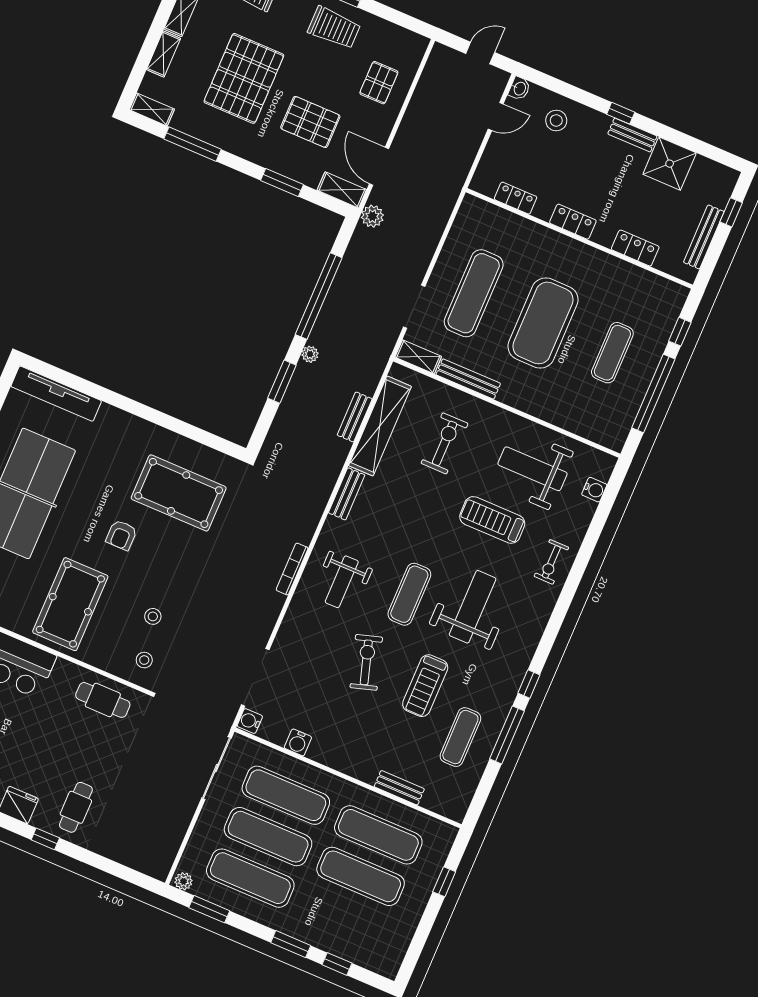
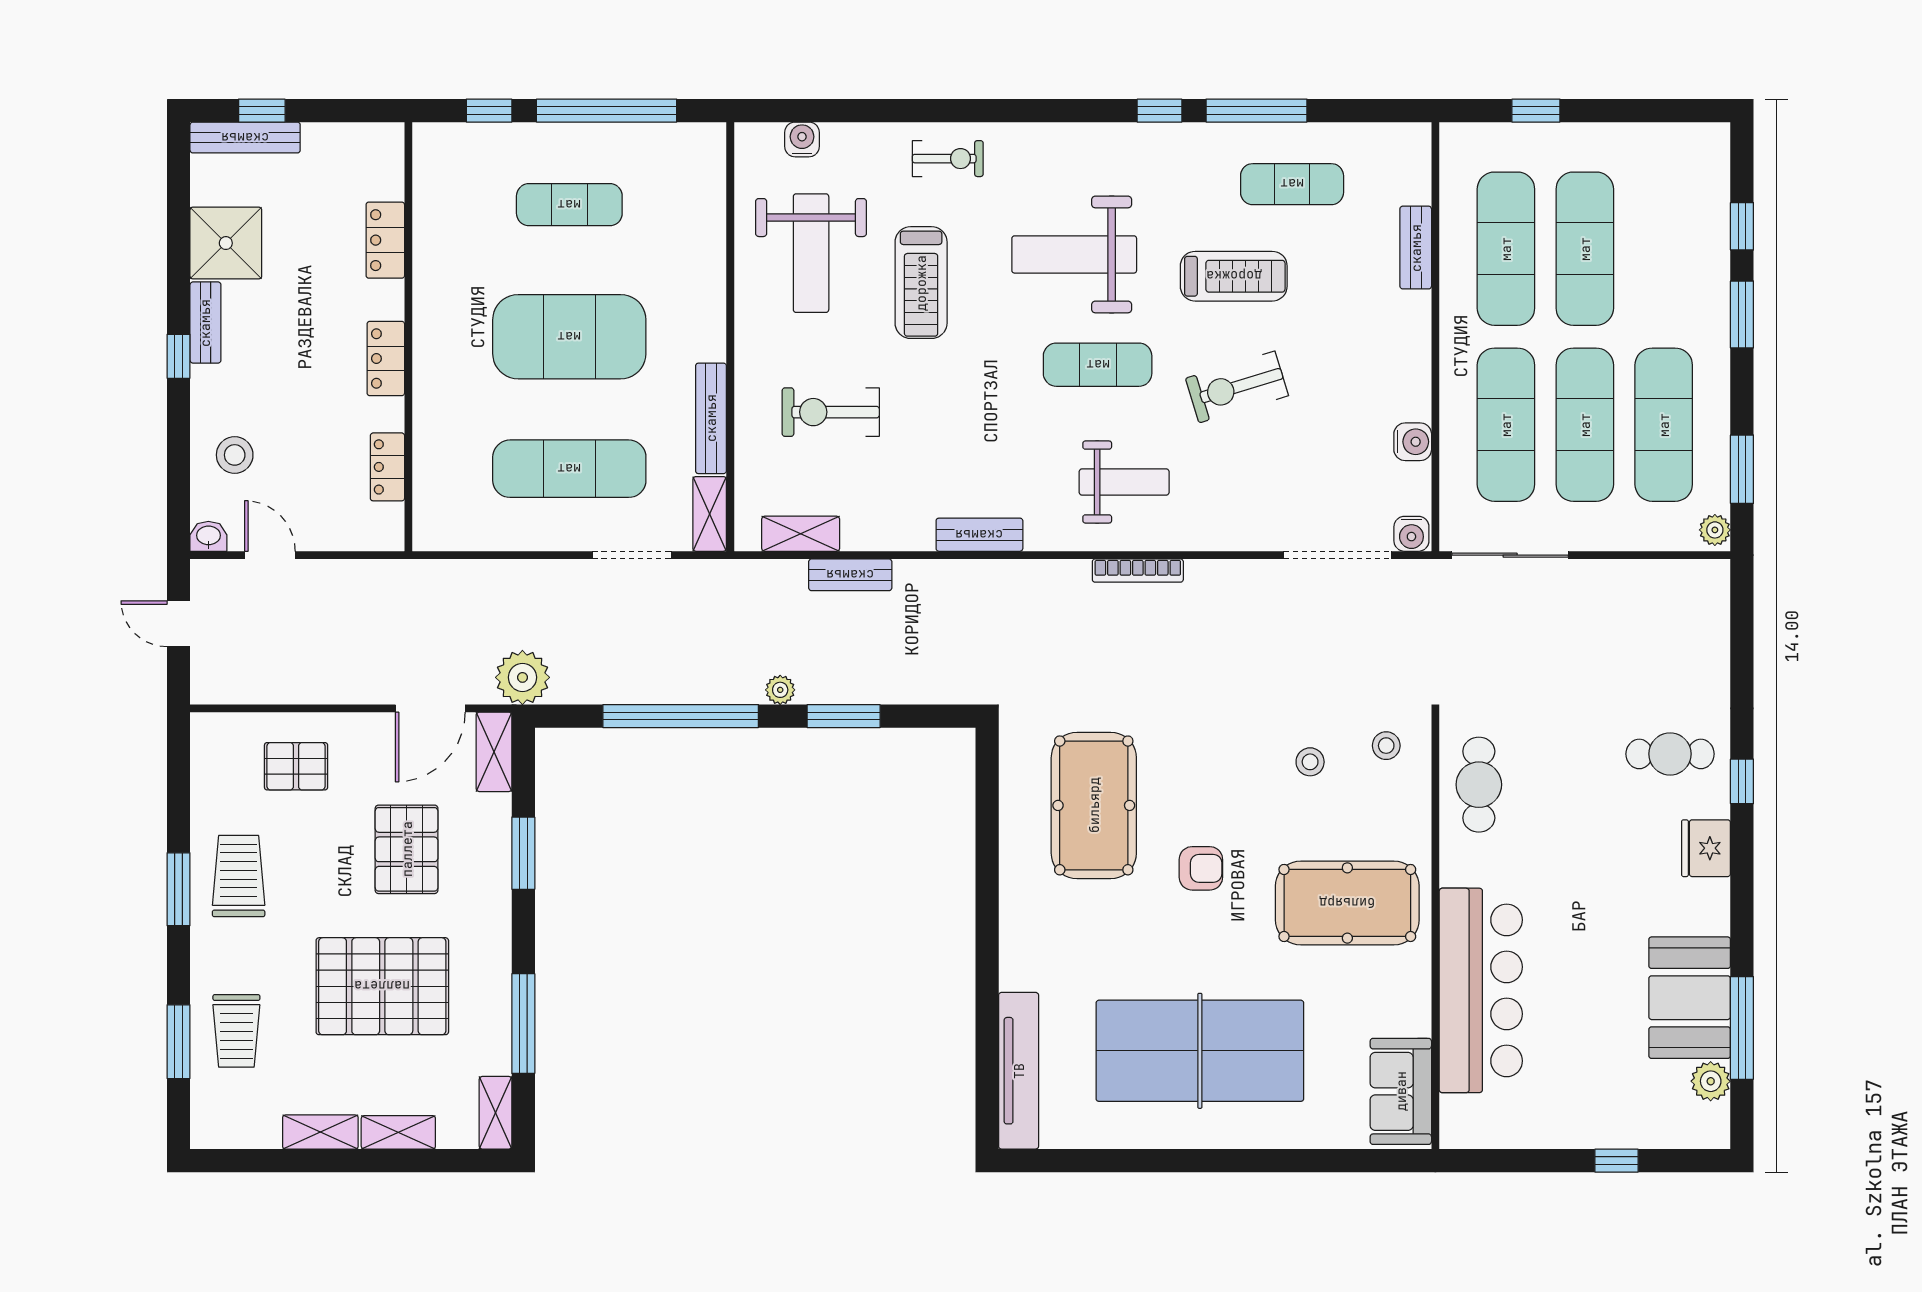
plant: (372, 216) -> (522, 677), width x1.36, depth x1.36
bench: (704, 237) -> (245, 138), moved
shelving: (380, 426) -> (801, 534), width x0.45, depth x0.75

